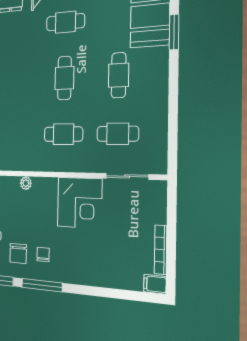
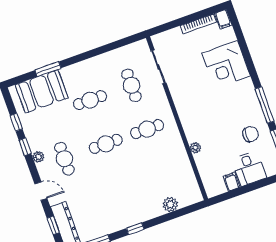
cafe table: (63, 134) -> (147, 129), turned 90
corner desk: (80, 203) -> (226, 65), moved, turned 180
chair: (43, 254) -> (242, 113), removed

